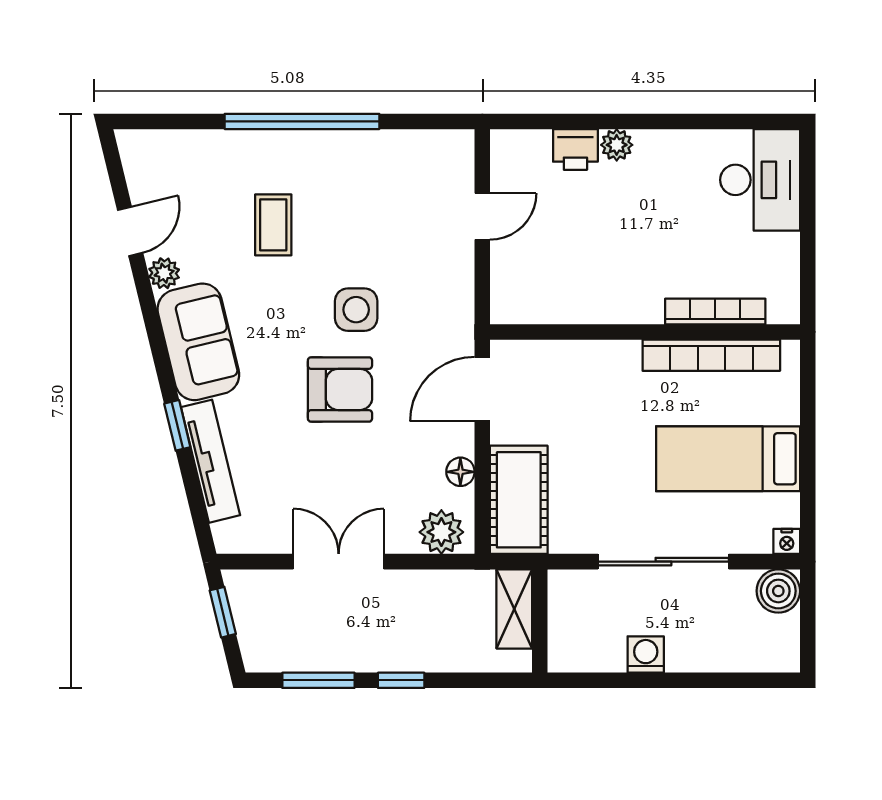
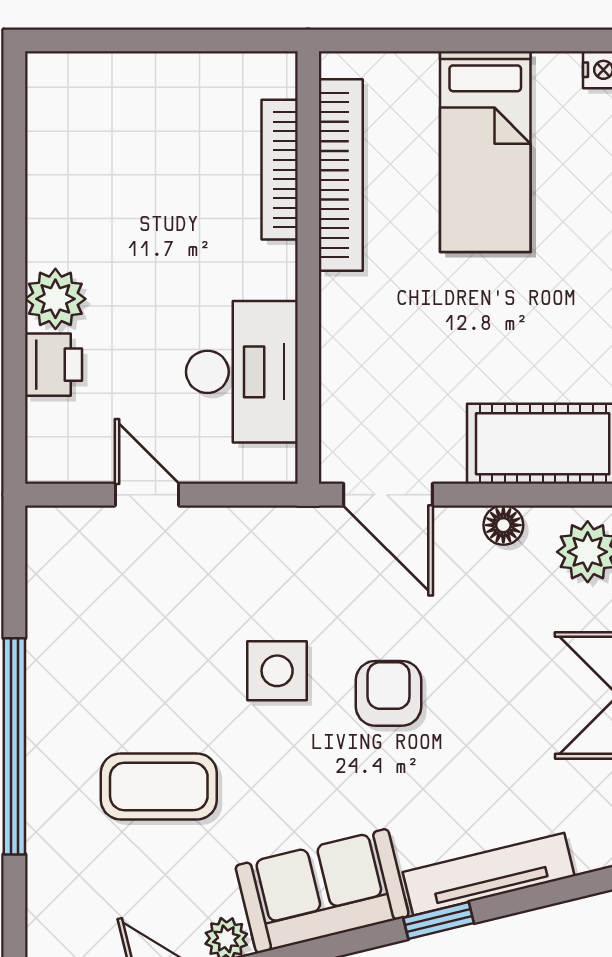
plant: (617, 145) -> (55, 299), width x1.38, depth x1.38
desk: (760, 180) -> (242, 372), moved, turned 90
coffee table: (273, 225) -> (159, 786), width x1.36, depth x1.30
armchair: (340, 389) -> (389, 693), width x0.72, depth x0.72

